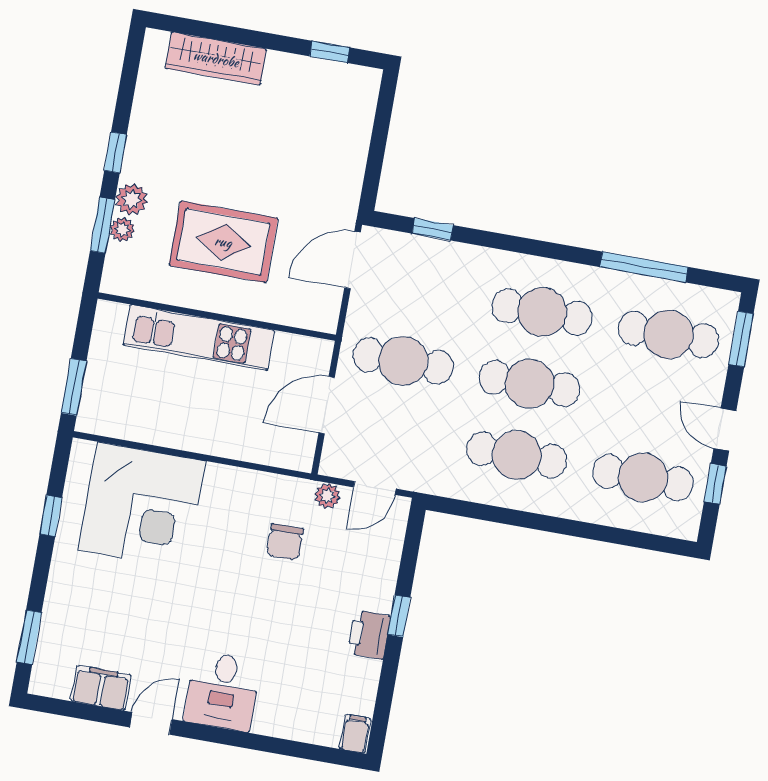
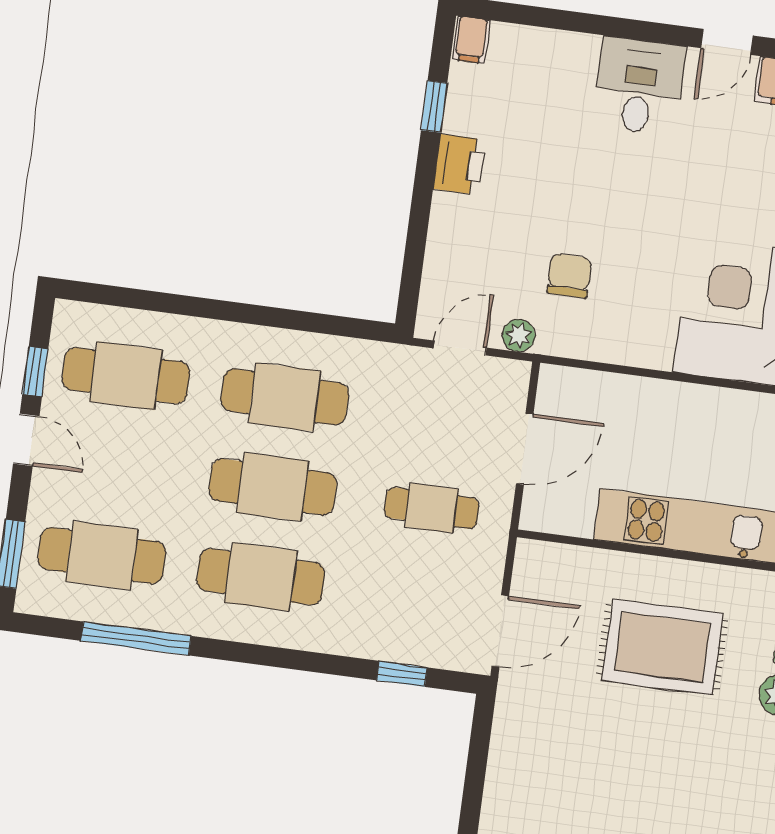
cafe table: (403, 361) -> (432, 508), width x0.73, depth x0.74
window: (399, 616) -> (434, 107), moved

